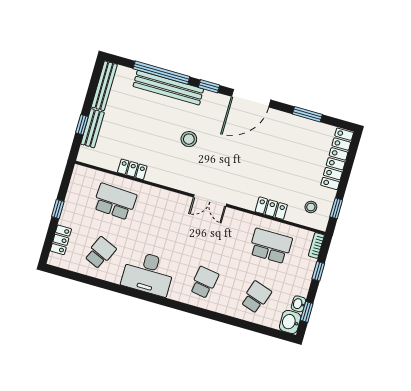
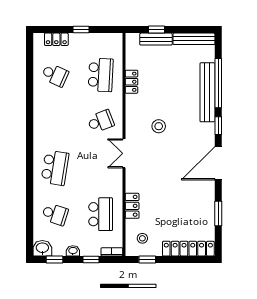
door: (251, 98) -> (218, 163), hinge flipped
stool: (189, 139) -> (159, 126), moved
school desk: (167, 216) -> (101, 121), added
desk: (148, 273) -> (49, 119), removed
school desk: (204, 282) -> (55, 168), width x1.85
washbasin: (298, 304) -> (73, 251), moved

